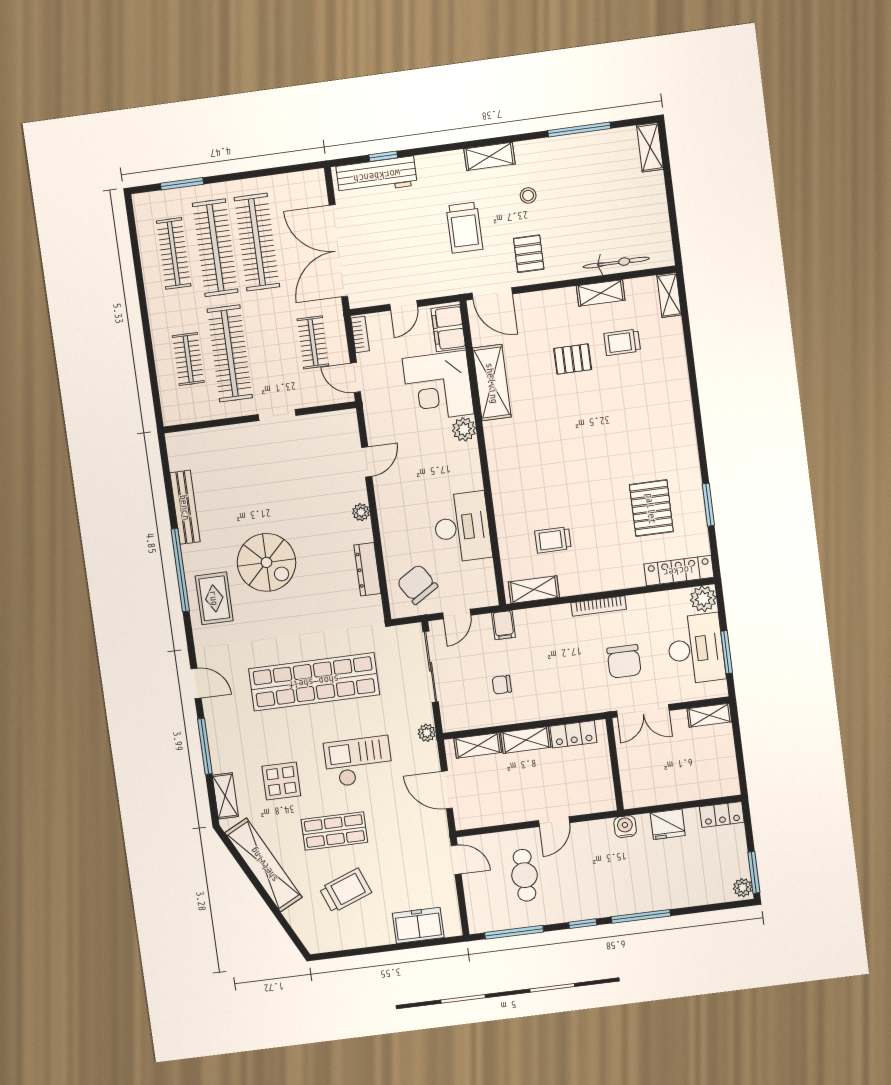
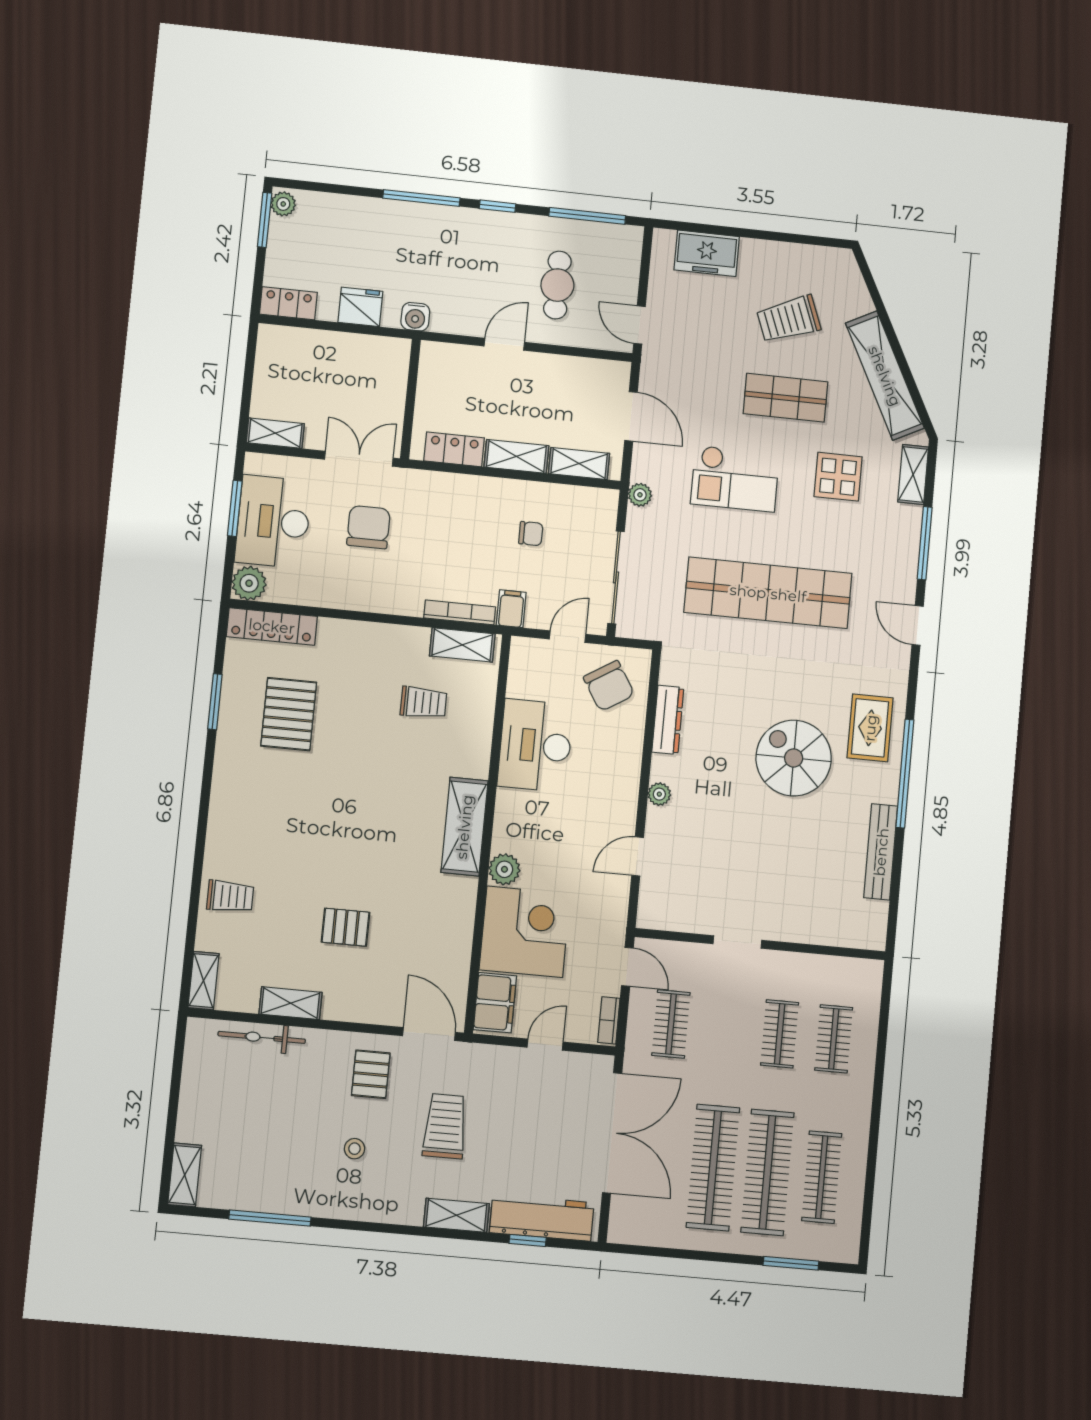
shelving: (490, 156) -> (456, 1215), moved
trolley: (622, 342) -> (230, 896), moved
clothes rail: (230, 353) -> (780, 1034), width x0.54, depth x0.76
shelving: (492, 383) -> (464, 827), moved
bookcase: (599, 606) -> (460, 612), moved

